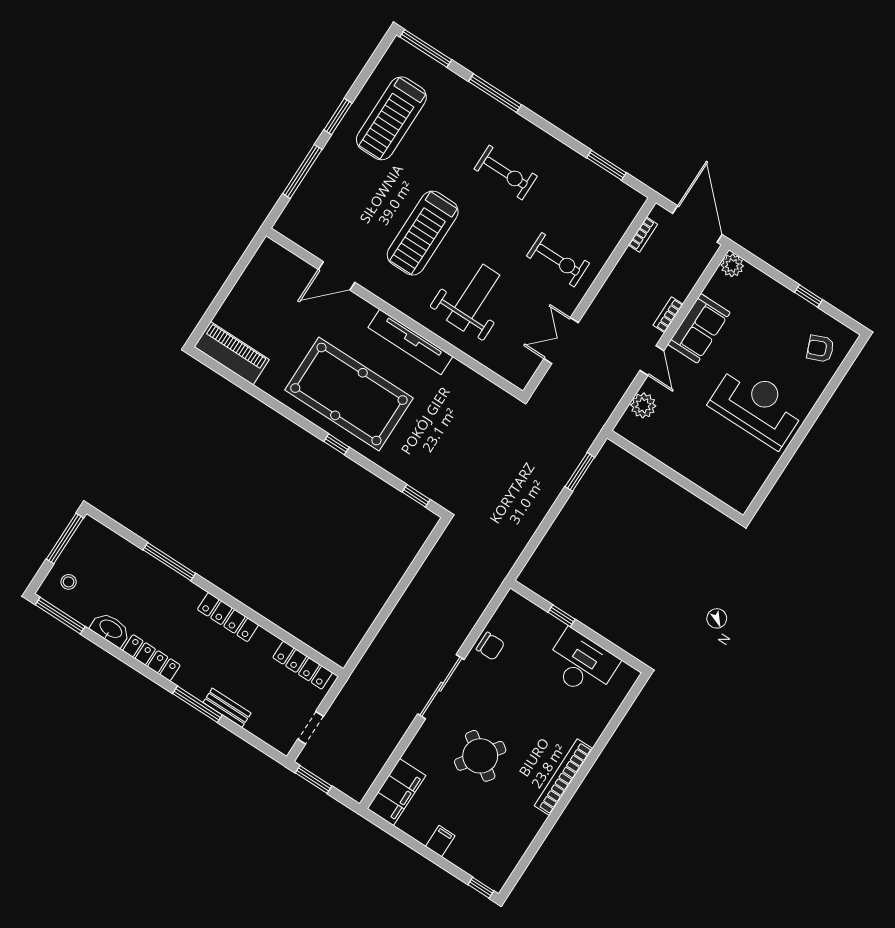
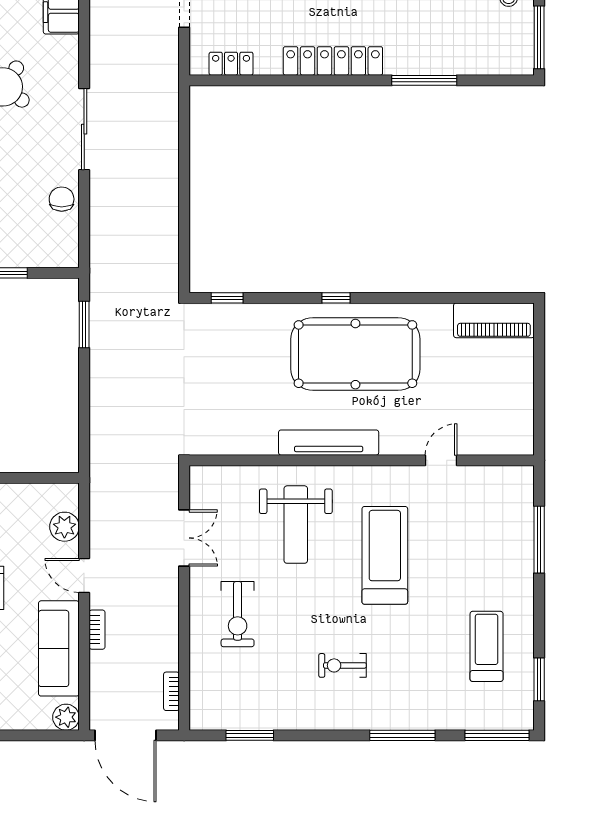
window: (338, 116) -> (539, 679), moved
treadmill: (391, 118) -> (487, 646), width x0.73, depth x0.73
exercise bike: (506, 173) -> (343, 665), width x0.73, depth x0.72
exercise bike: (558, 260) -> (238, 614), turned -90
door: (337, 276) -> (441, 460), width x0.73
sofa: (699, 328) -> (59, 648), width x1.36
window: (580, 472) -> (84, 325), moved
locker: (228, 617) -> (333, 61), width x1.41, depth x1.21
chair: (490, 646) -> (62, 199), turned 90
locker: (303, 665) -> (231, 64), width x0.66

